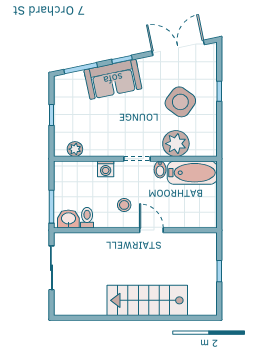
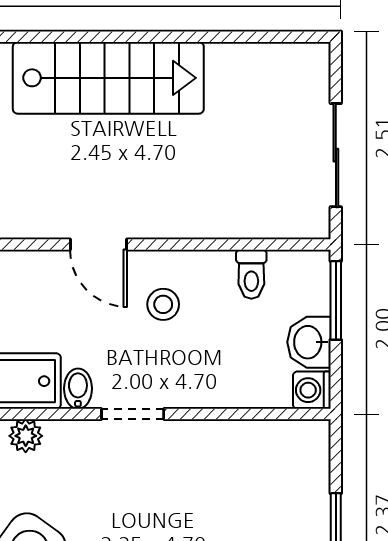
plant: (176, 144) -> (26, 436), width x0.53, depth x0.53
plant: (75, 149) -> (280, 437), removed
washing machine: (106, 169) -> (312, 390), moved, turned -90
washbasin: (68, 219) -> (309, 342), moved, turned 90

